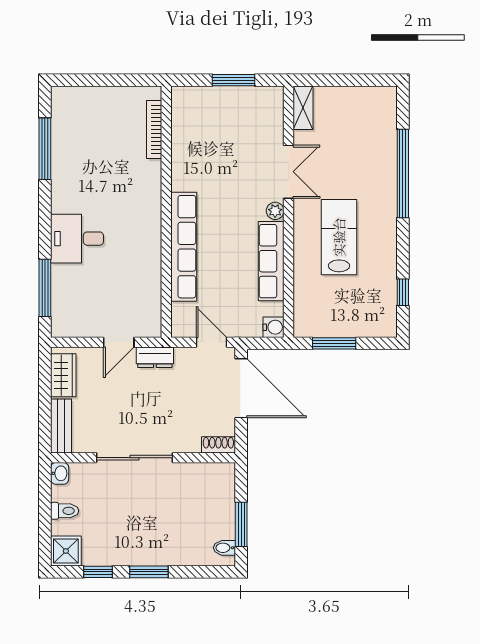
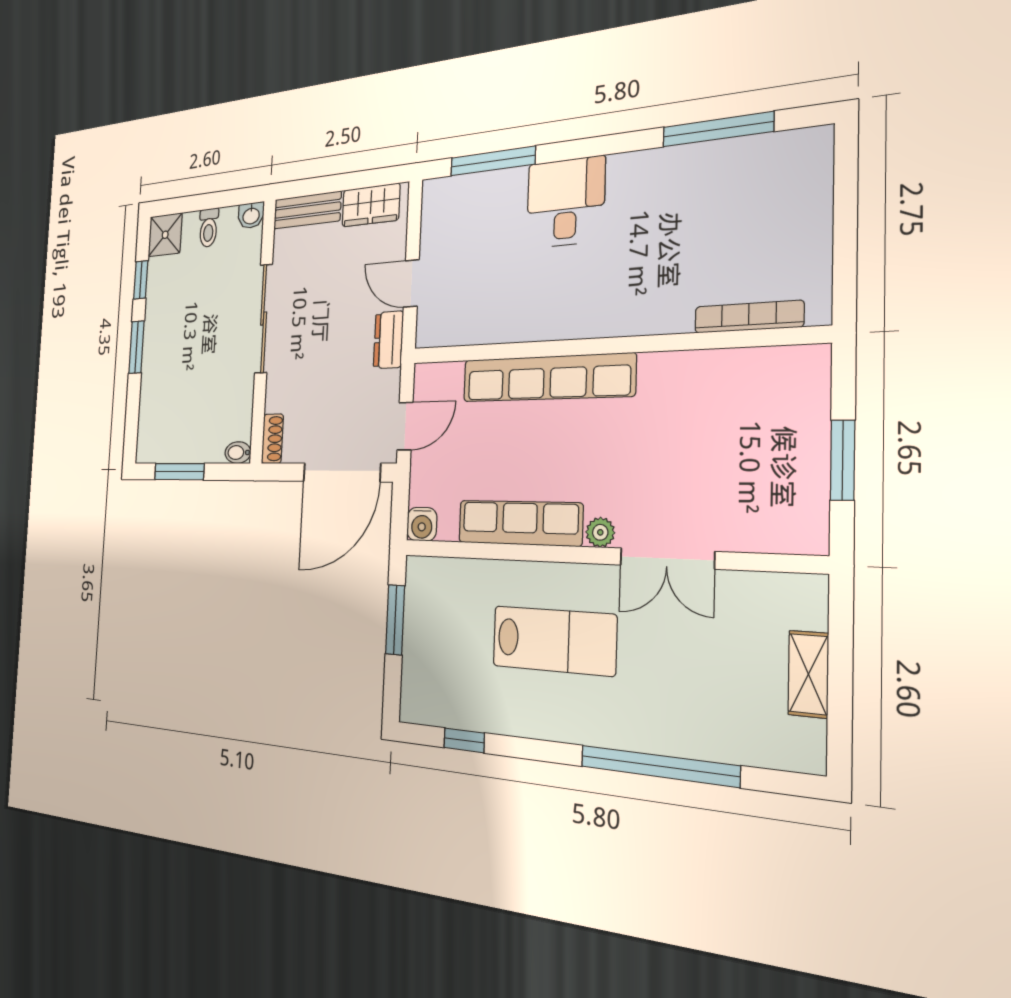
shelving: (303, 108) -> (808, 674), moved, turned 90
bidet: (224, 548) -> (238, 453), moved, turned -90

